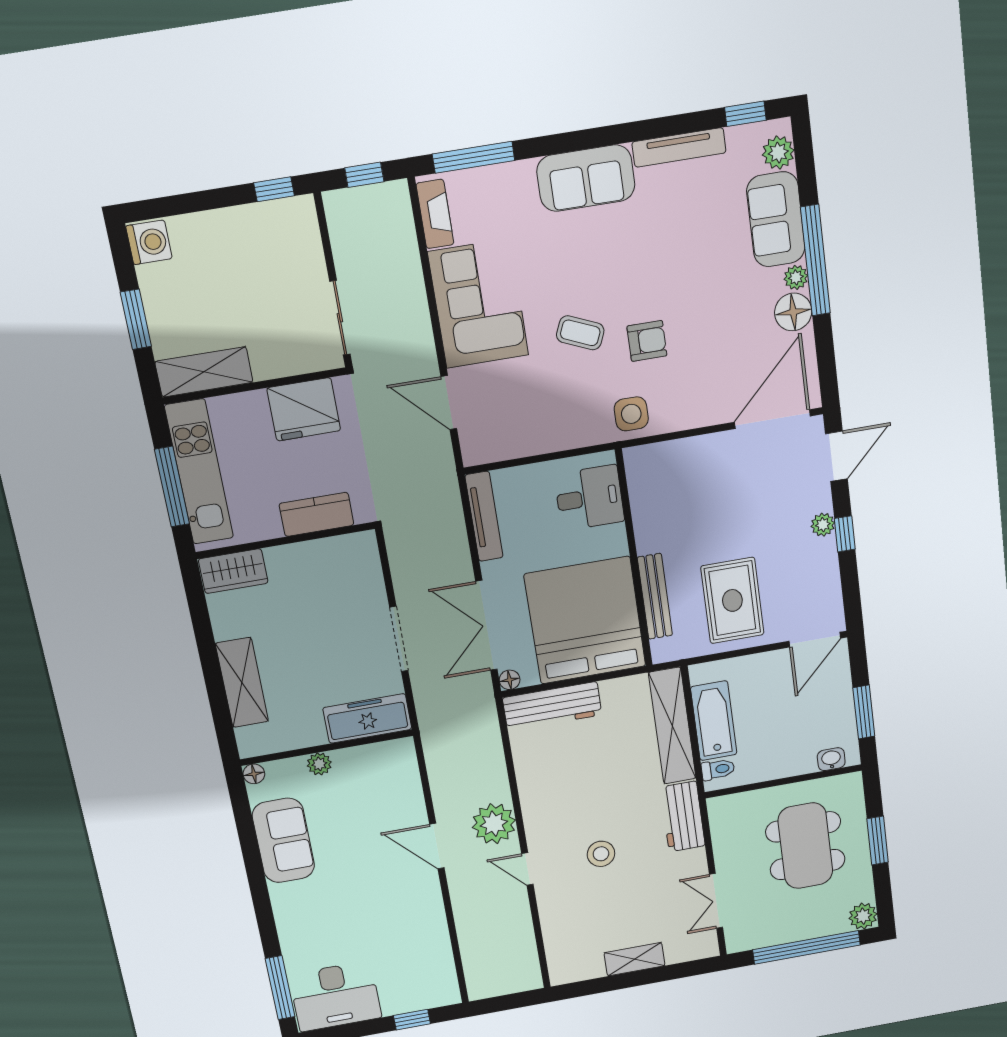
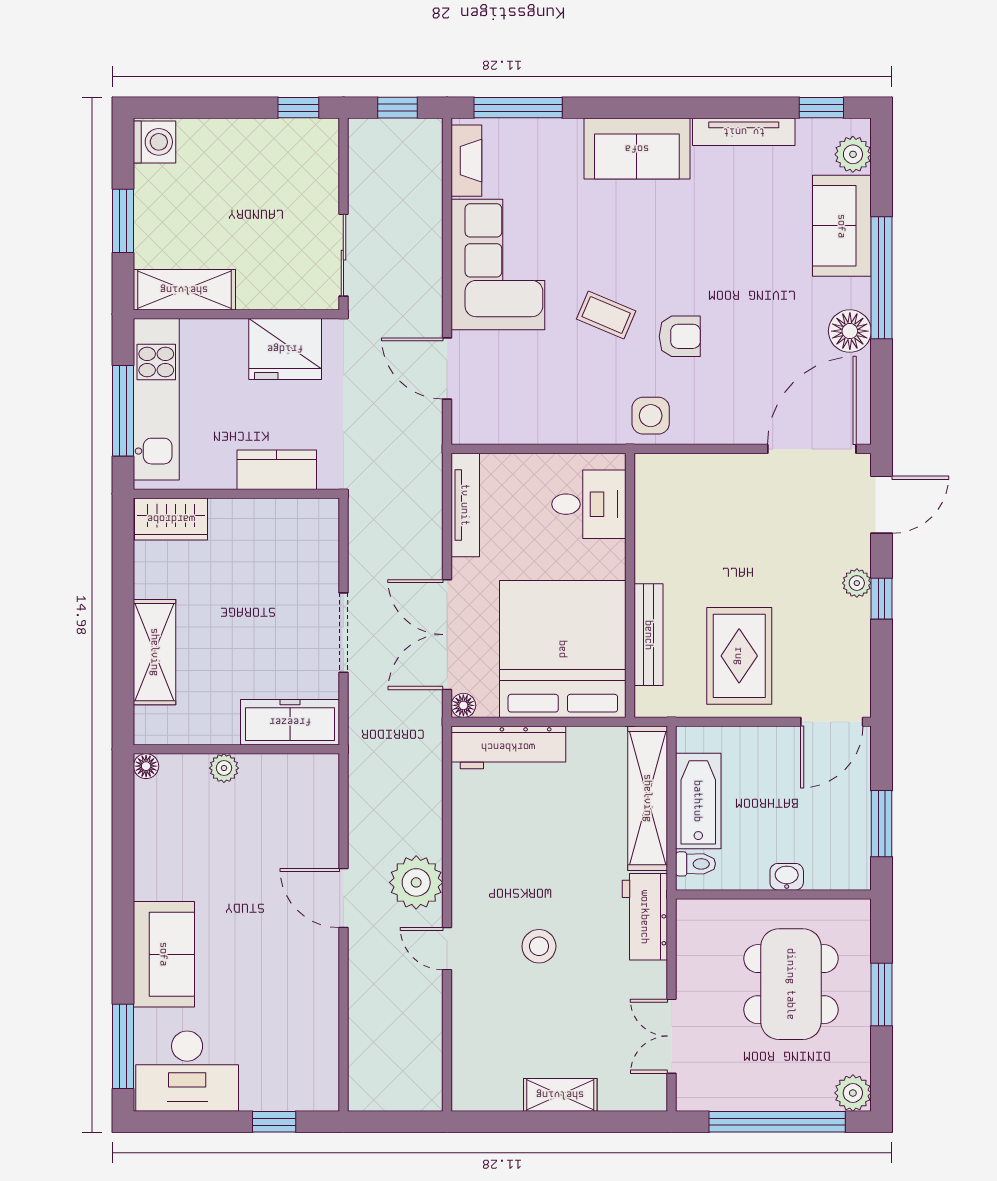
plant: (796, 277) -> (857, 293), removed
washbasin: (831, 759) -> (787, 877), moved
sofa: (283, 840) -> (164, 954), moved

